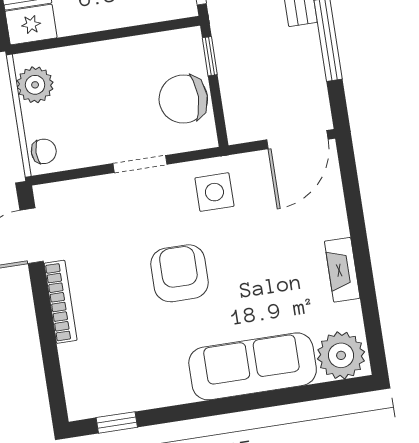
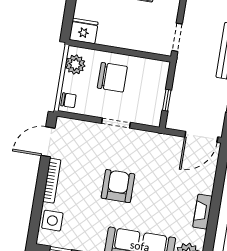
window: (210, 56) -> (167, 100), moved
chair: (183, 99) -> (112, 77), moved, turned 180
side table: (214, 192) -> (52, 221), moved

